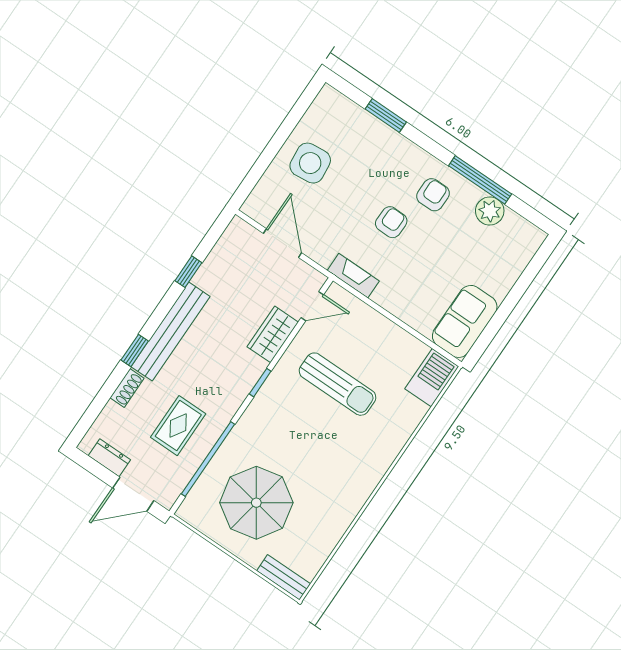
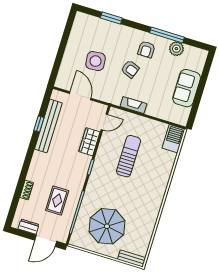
side table: (310, 163) -> (96, 61), moved
armchair: (433, 195) -> (146, 49), turned 180
armchair: (391, 222) -> (130, 69), turned 109
fireplace: (353, 276) -> (133, 105), moved
sofa: (465, 321) -> (187, 88), moved
bench: (171, 332) -> (48, 126), moved
window: (135, 351) -> (25, 171), removed
sun lounger: (338, 384) -> (129, 156), turned -90

